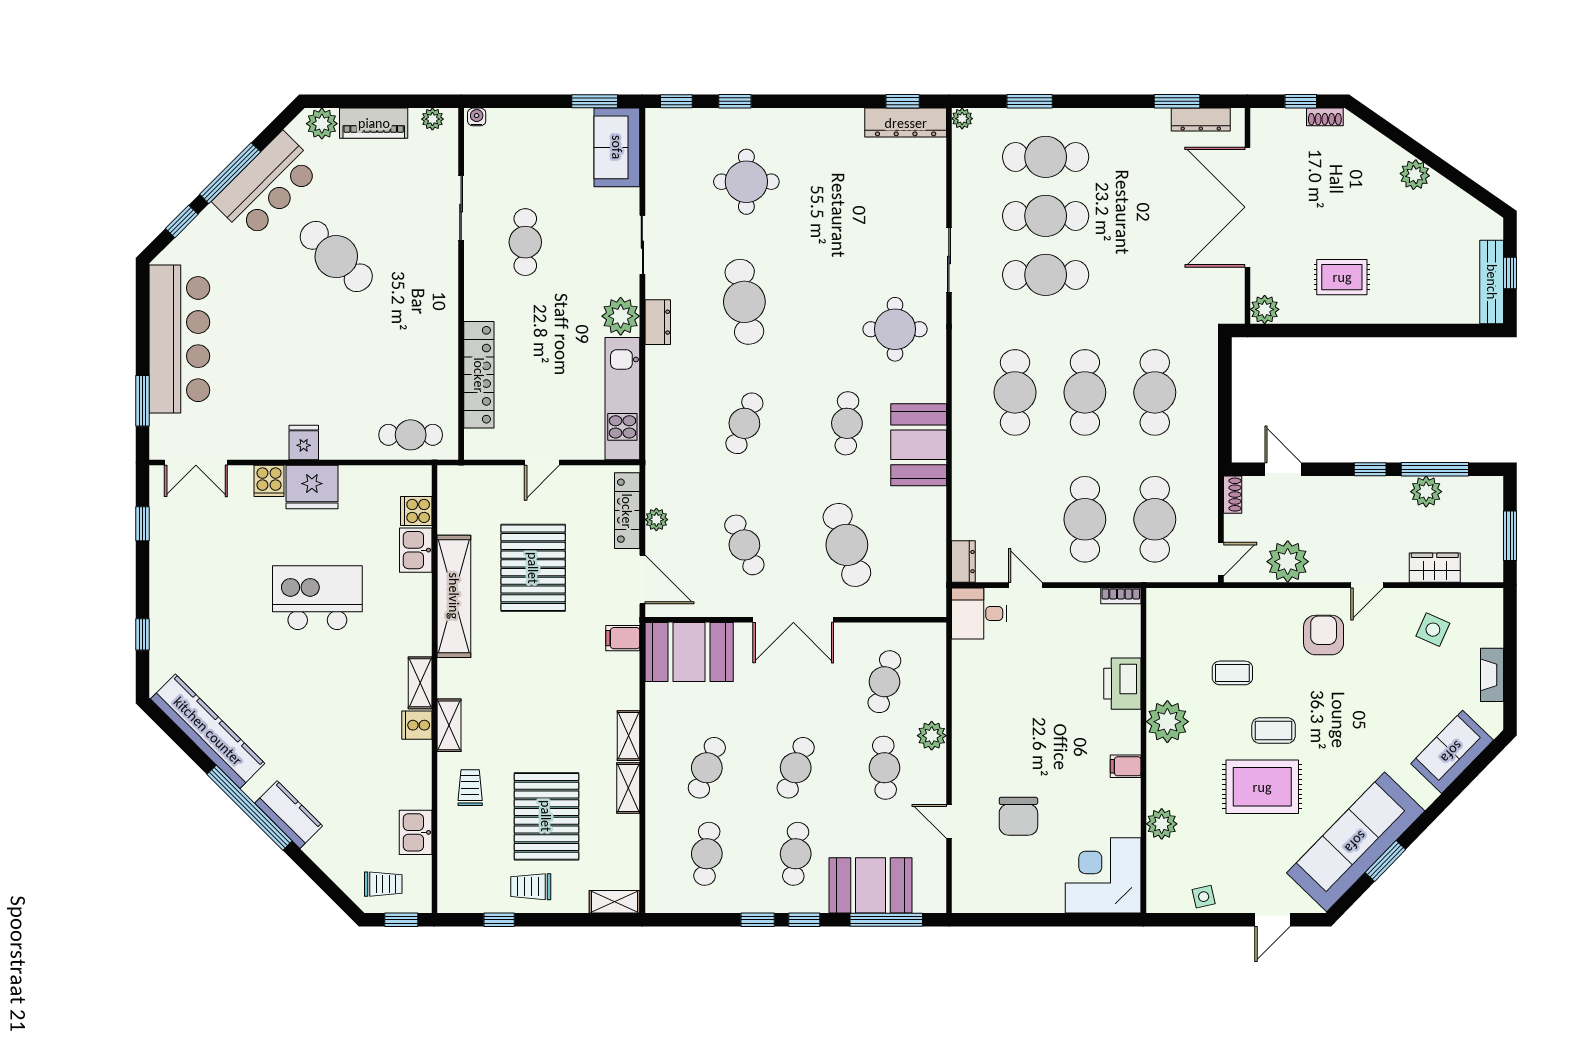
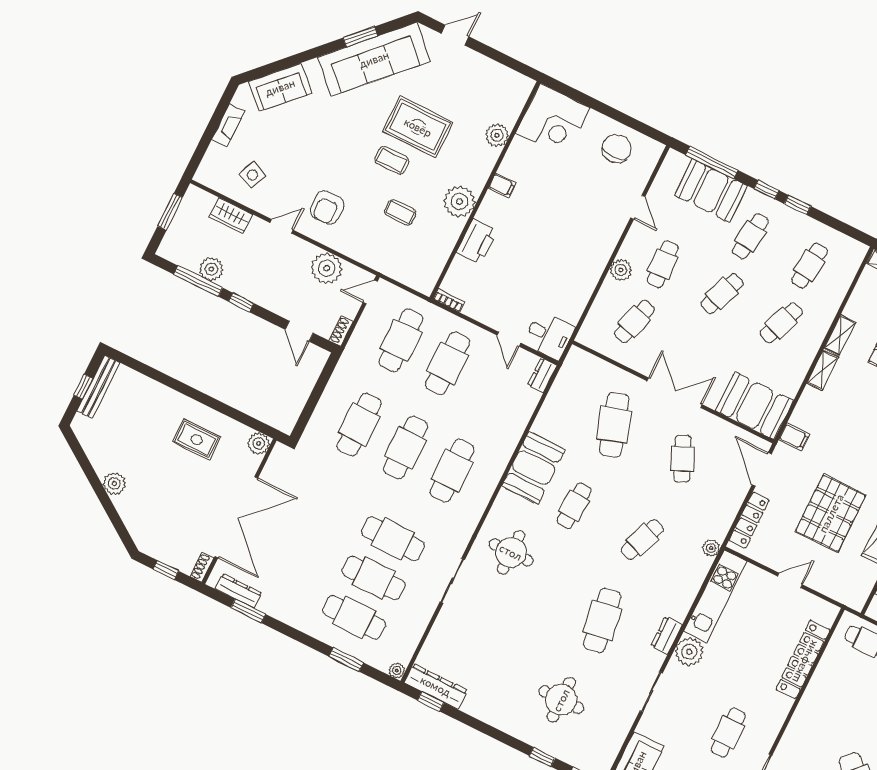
shoe rack: (1325, 117) -> (202, 567), moved, turned -90
plant: (656, 520) -> (711, 548), moved
chair: (1018, 816) -> (617, 149), moved
side table: (1204, 897) -> (493, 73), removed

